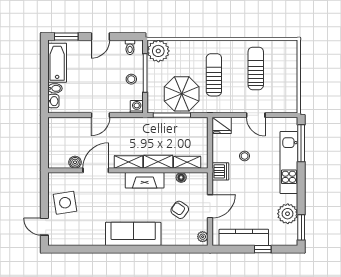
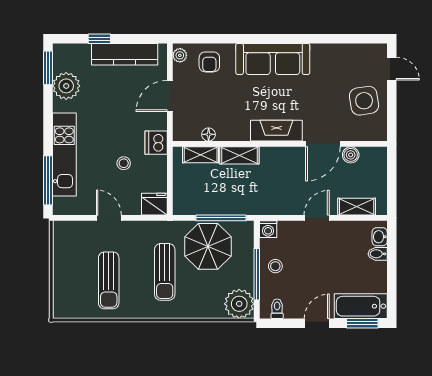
bathtub: (57, 63) -> (361, 306), moved, turned 90
shelving: (128, 162) -> (357, 207), moved
fireplace: (145, 180) -> (276, 131), moved
armchair: (180, 210) -> (209, 62), moved, turned 55

